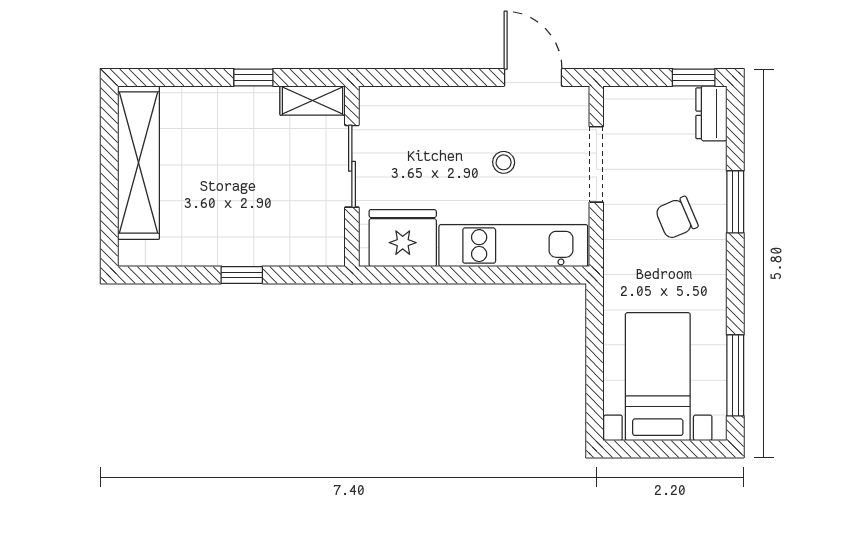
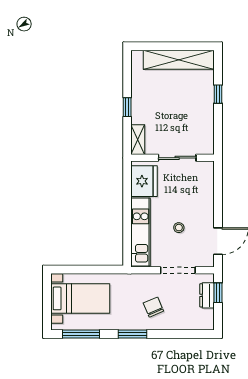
window: (253, 77) -> (218, 94), moved
window: (694, 77) -> (218, 293), moved
shelving: (312, 100) -> (138, 140), moved
dresser: (711, 113) -> (207, 295), moved, turned -90
window: (735, 202) -> (132, 334), moved

